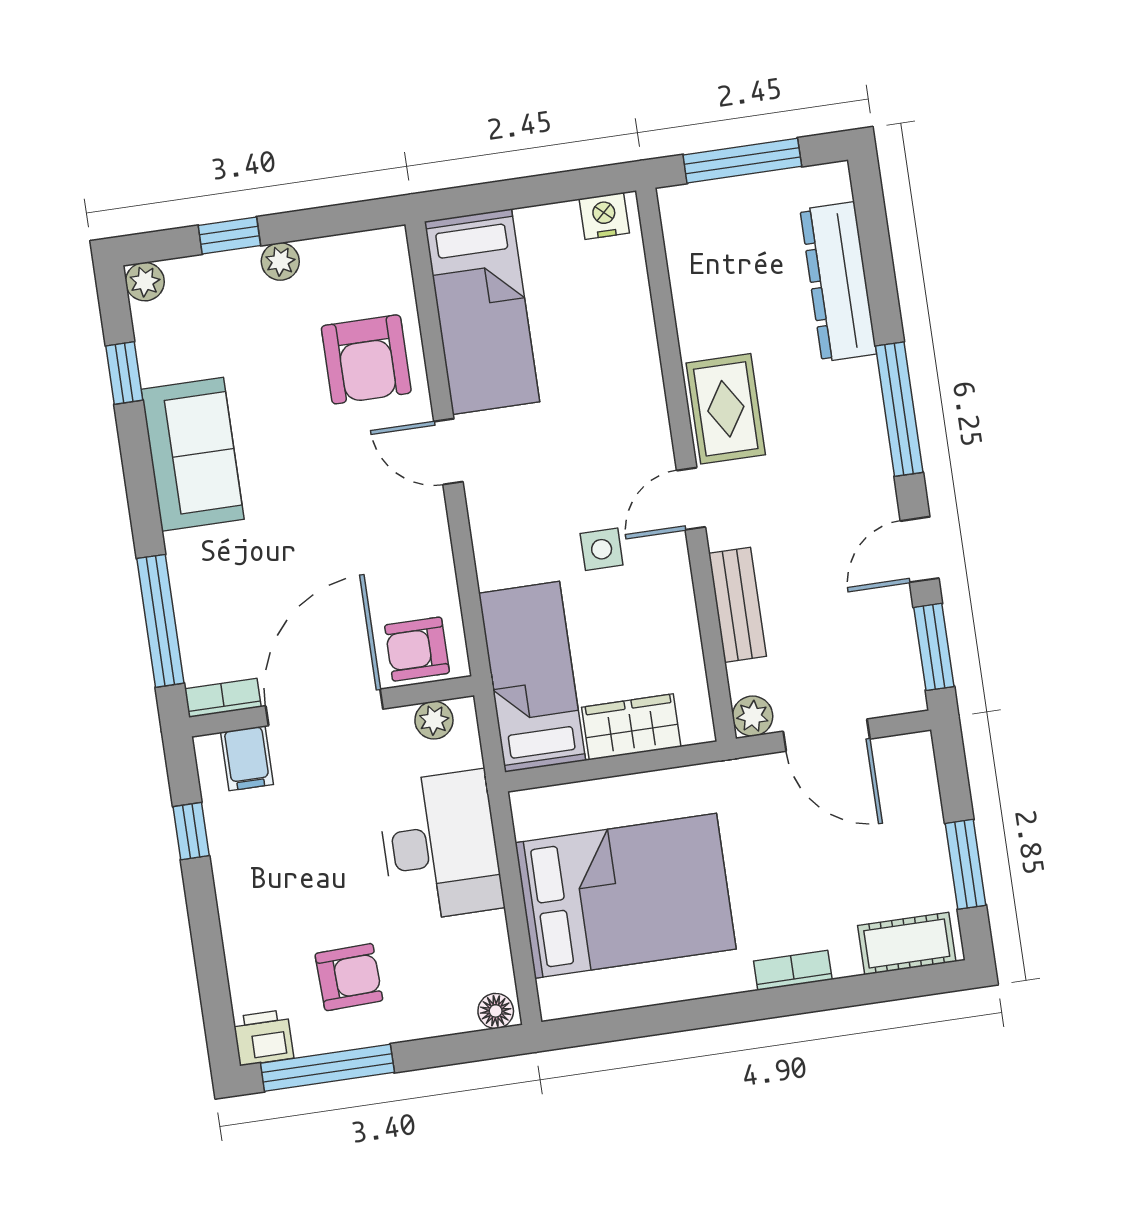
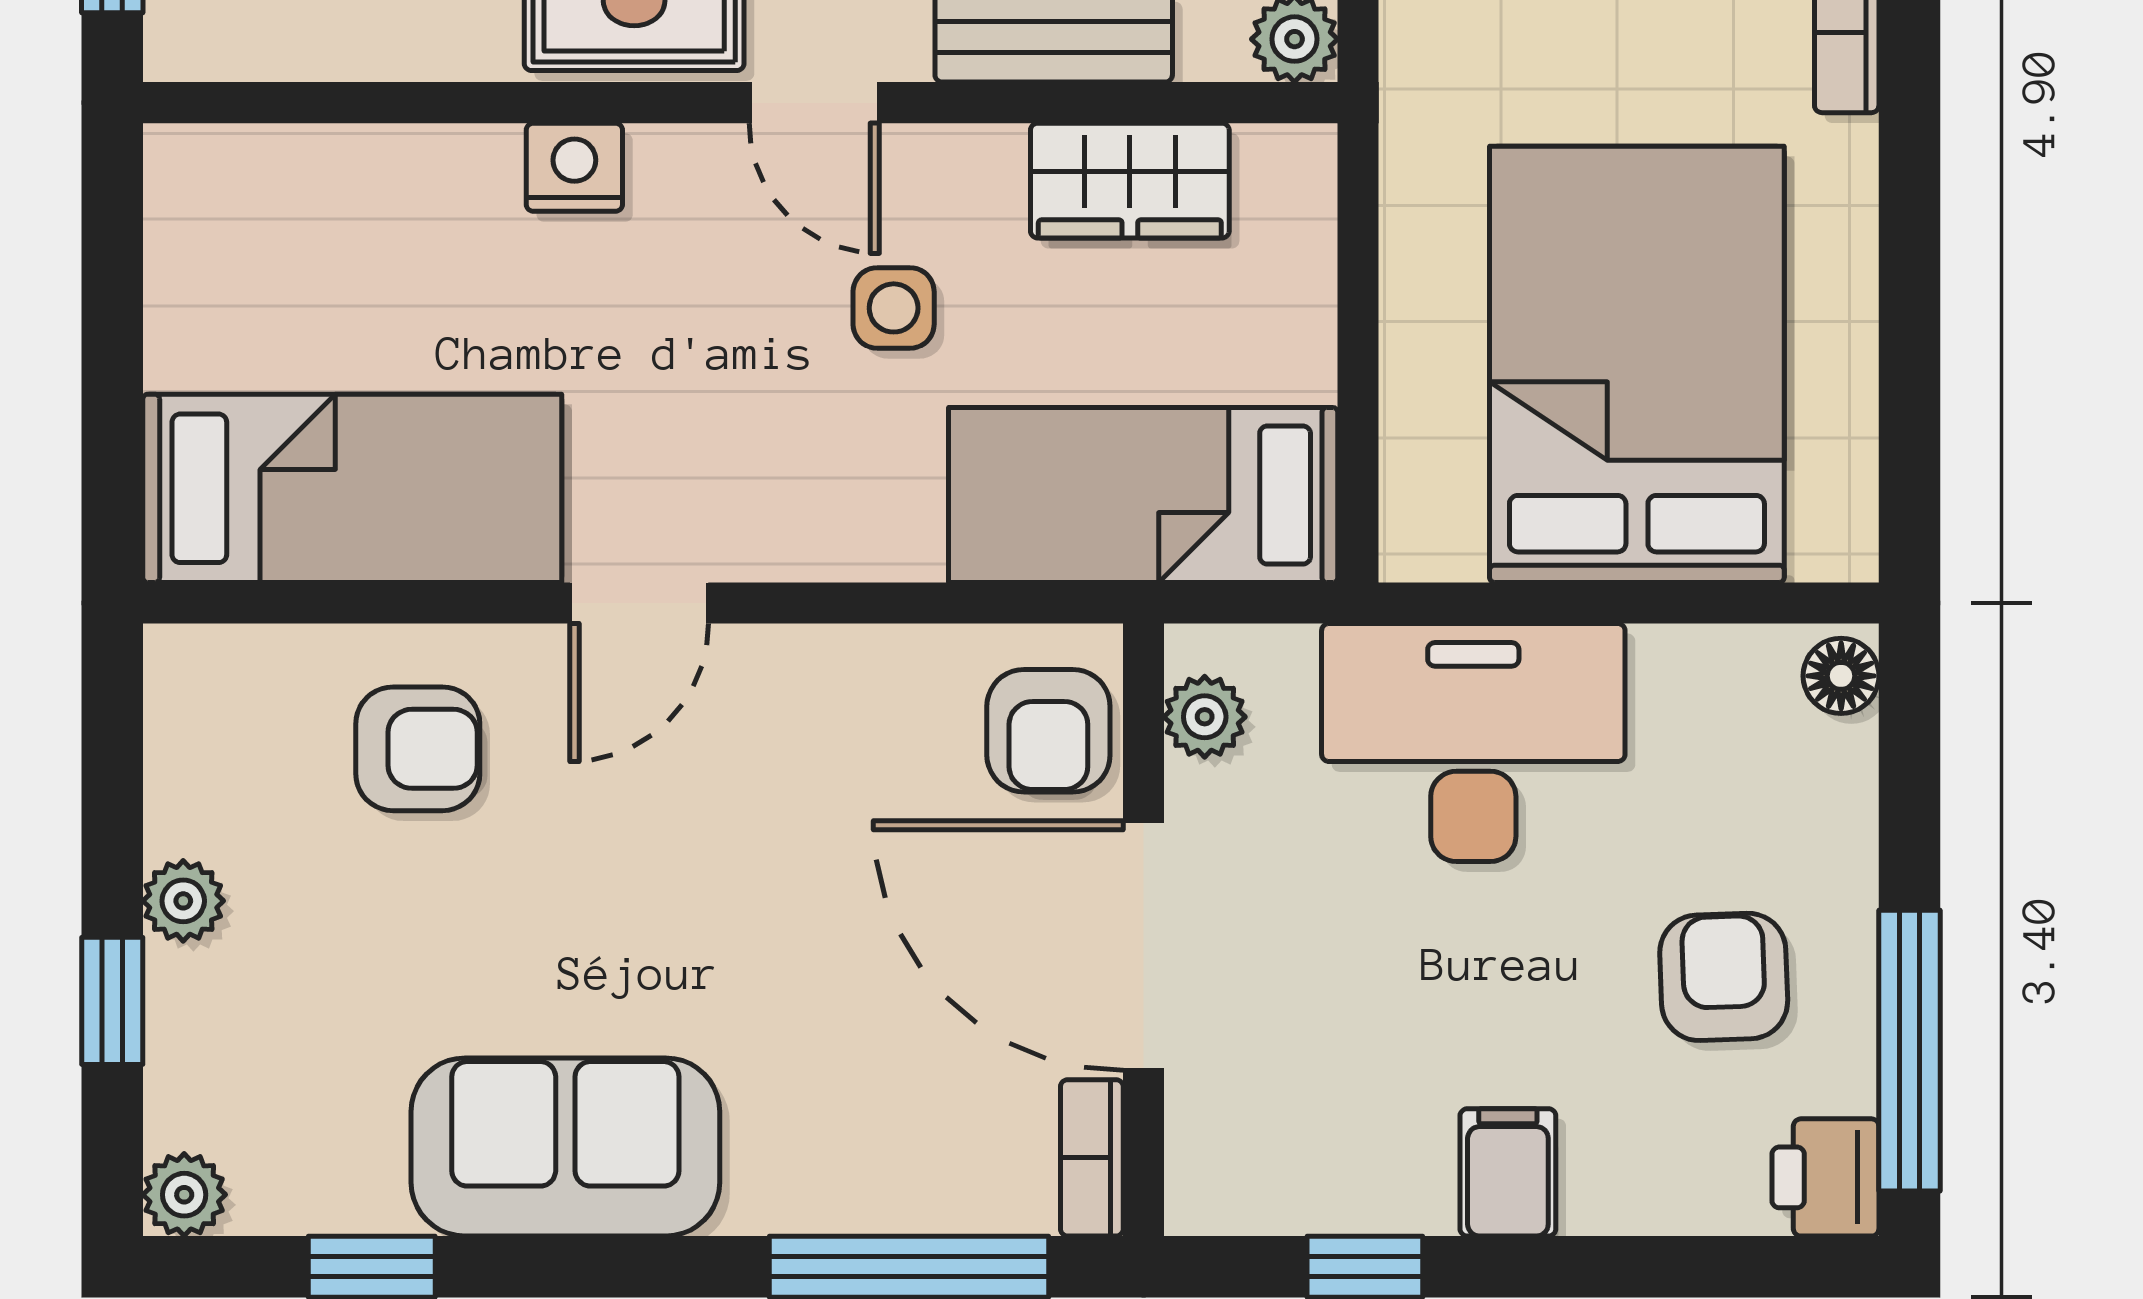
nightstand: (604, 216) -> (574, 167), moved, turned 90
armchair: (366, 359) -> (418, 749), width x0.72, depth x0.72
wardrobe: (631, 727) -> (1130, 181), moved, turned -90
filing cabinet: (247, 758) -> (1508, 1172), moved, turned -90

